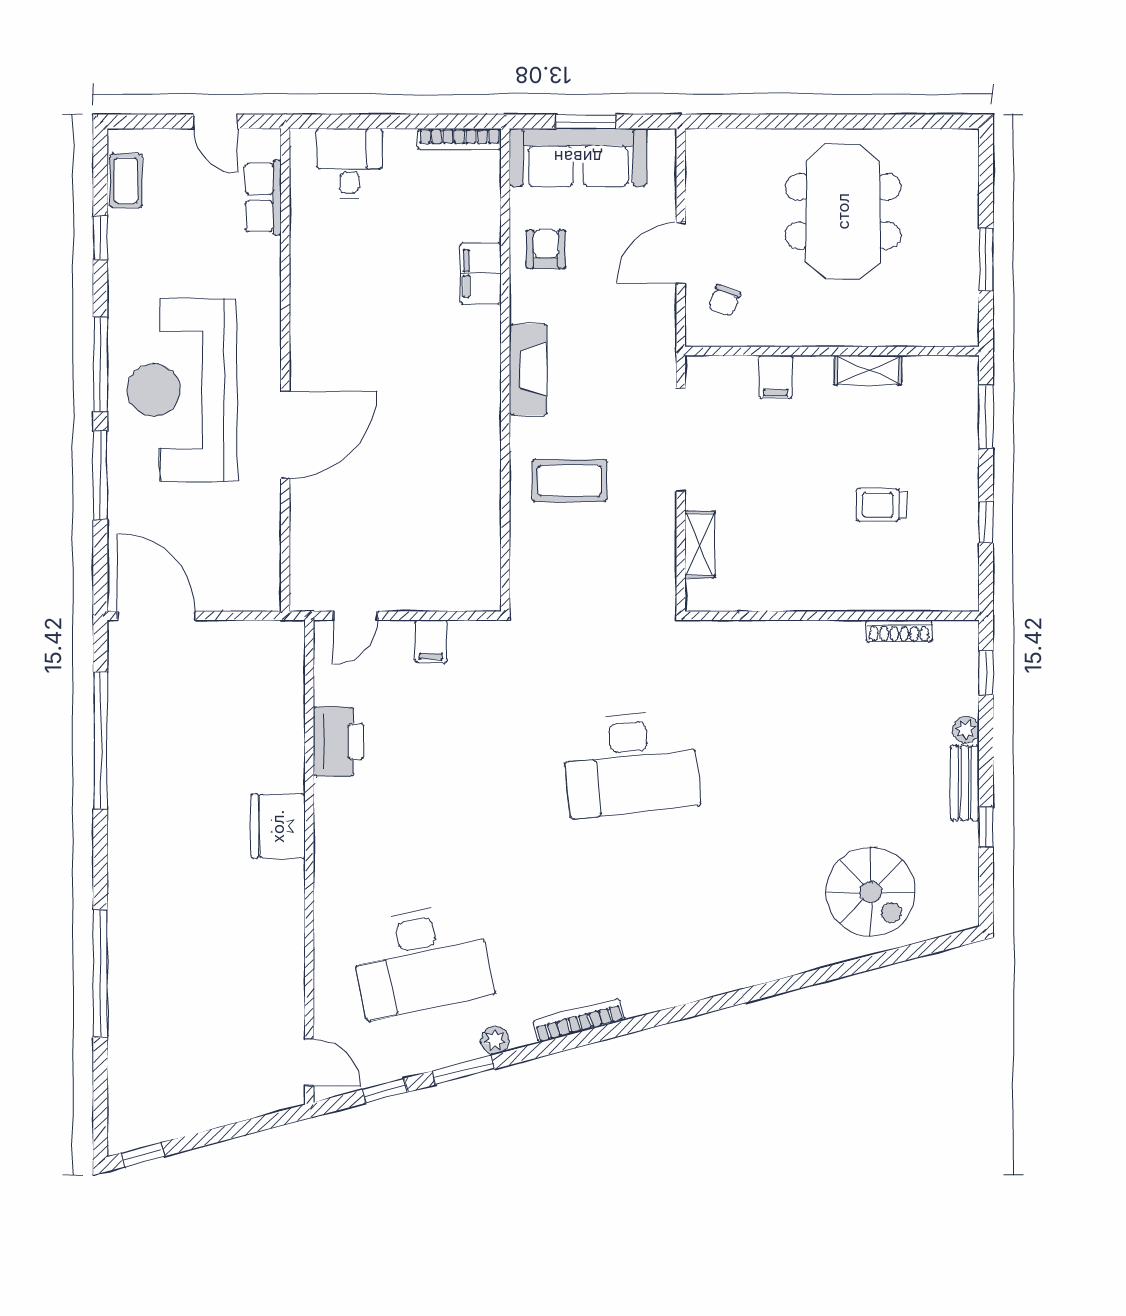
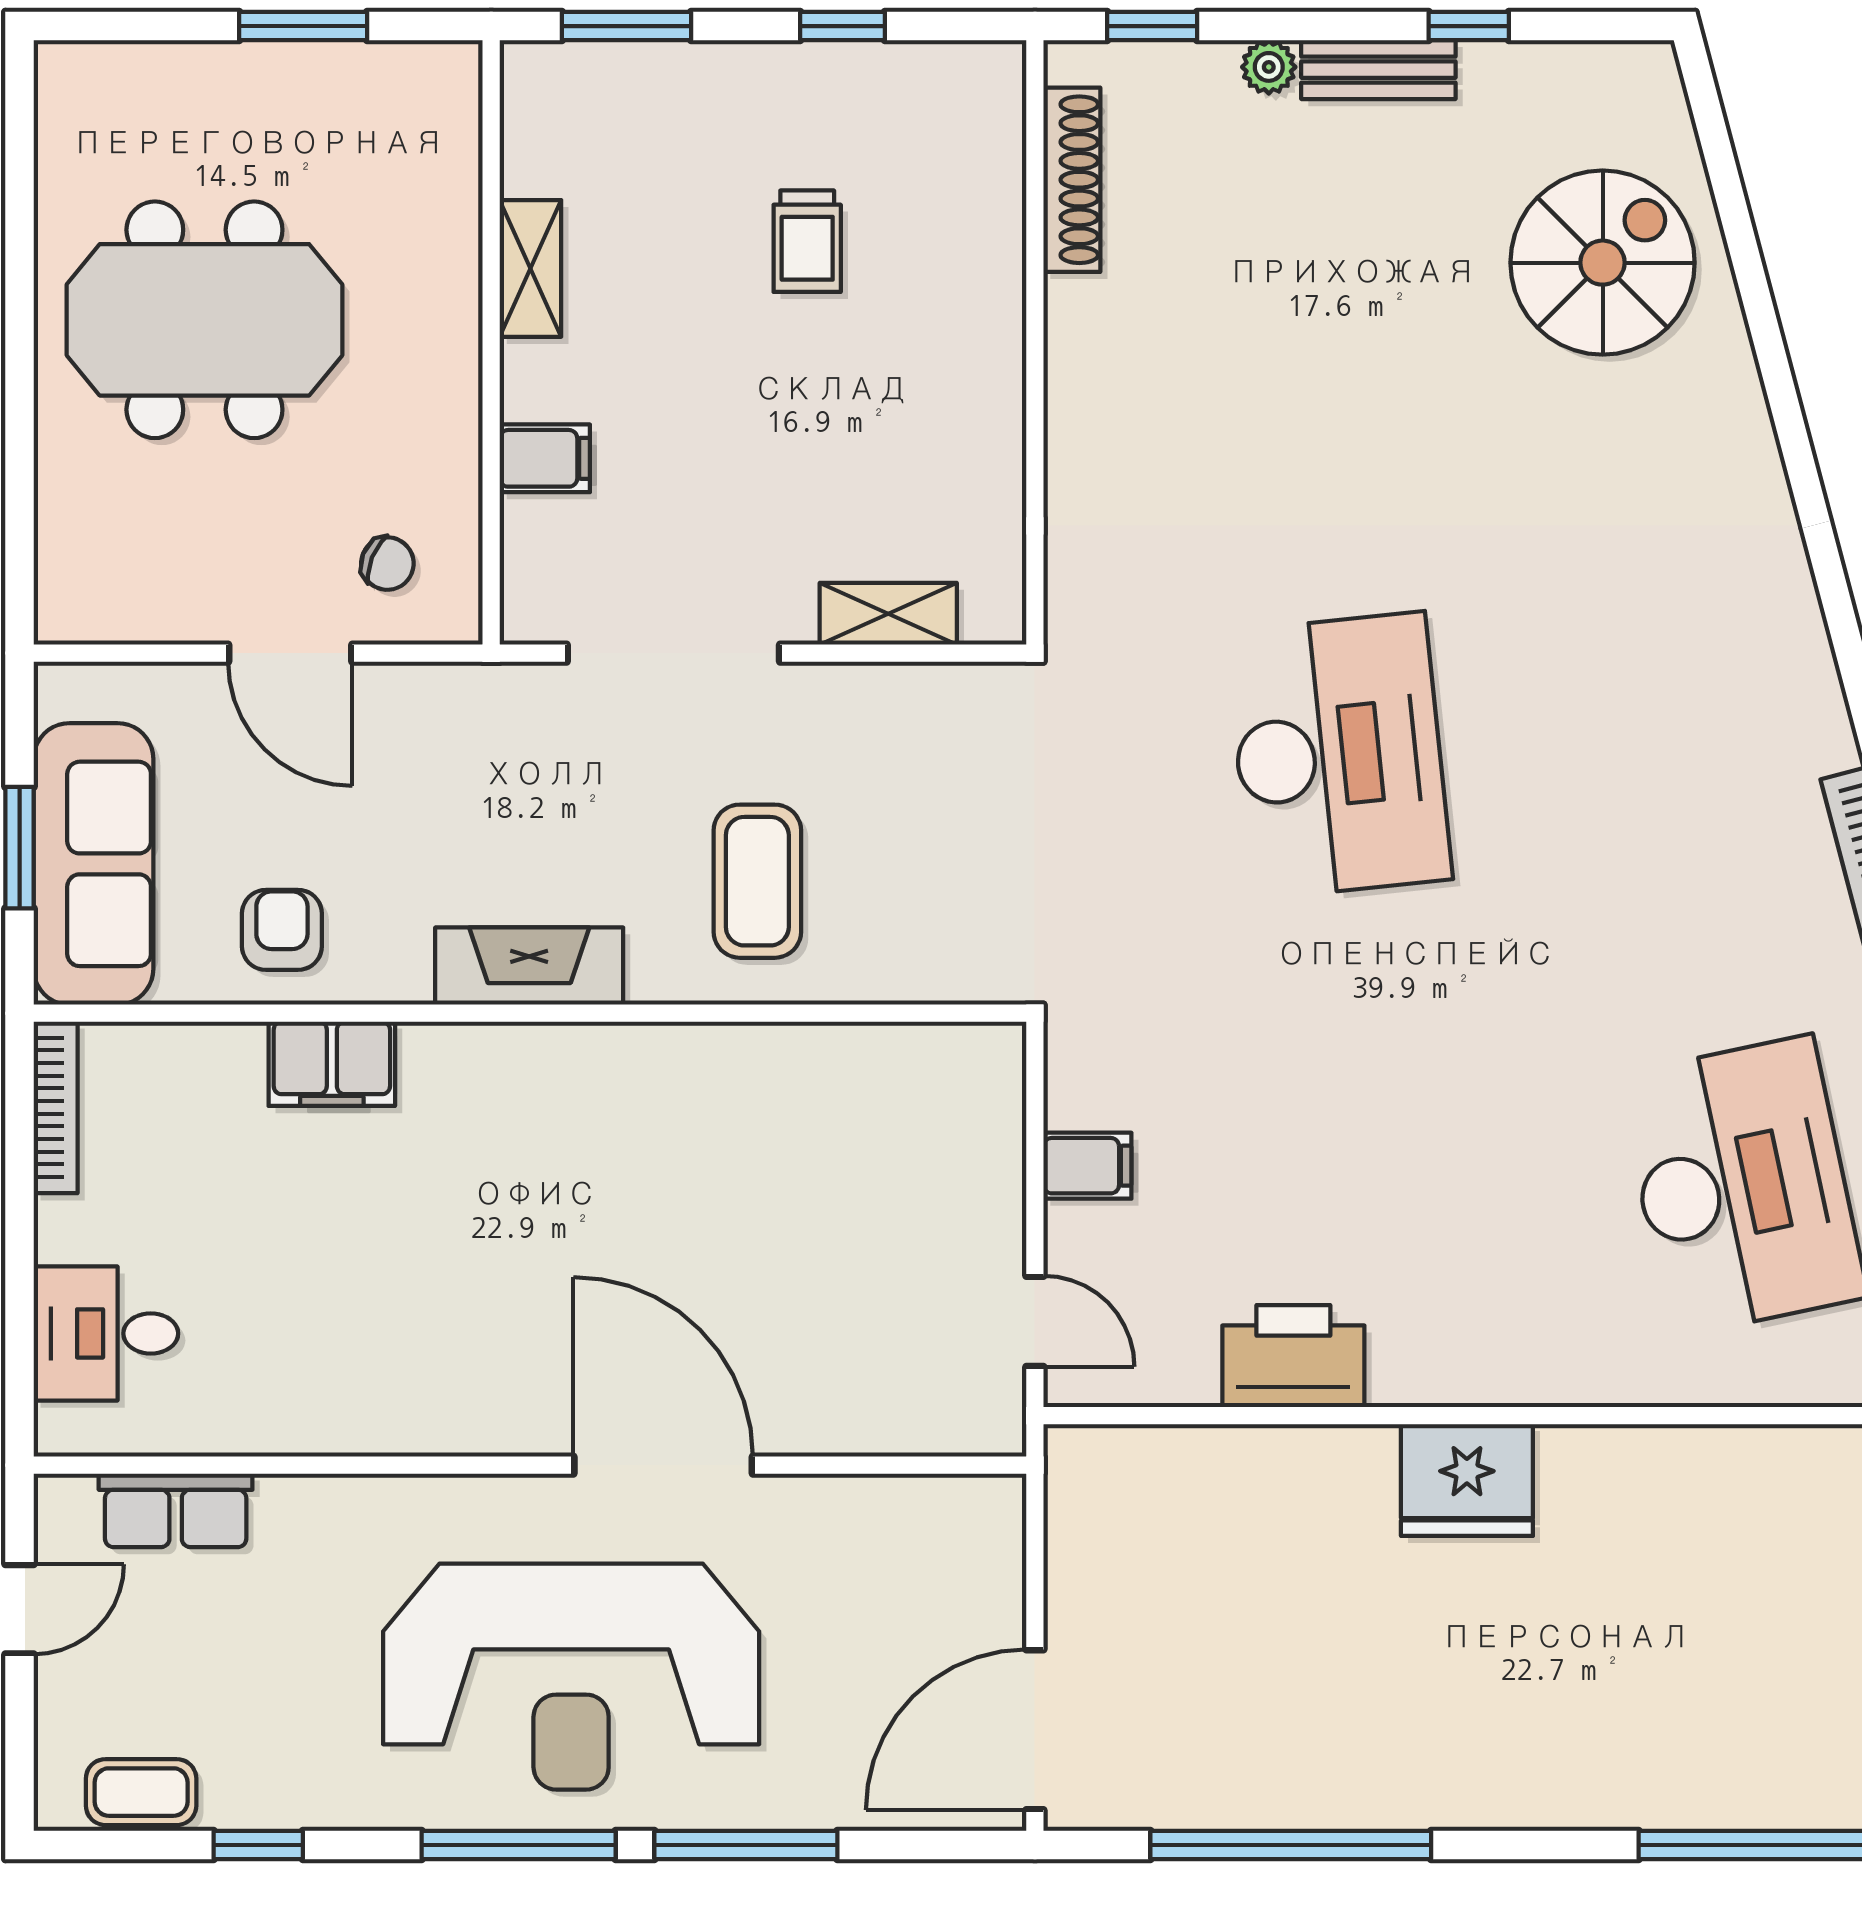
armchair: (546, 249) -> (282, 930), turned 90
shoe rack: (899, 631) -> (1072, 180), width x1.36, depth x1.24

